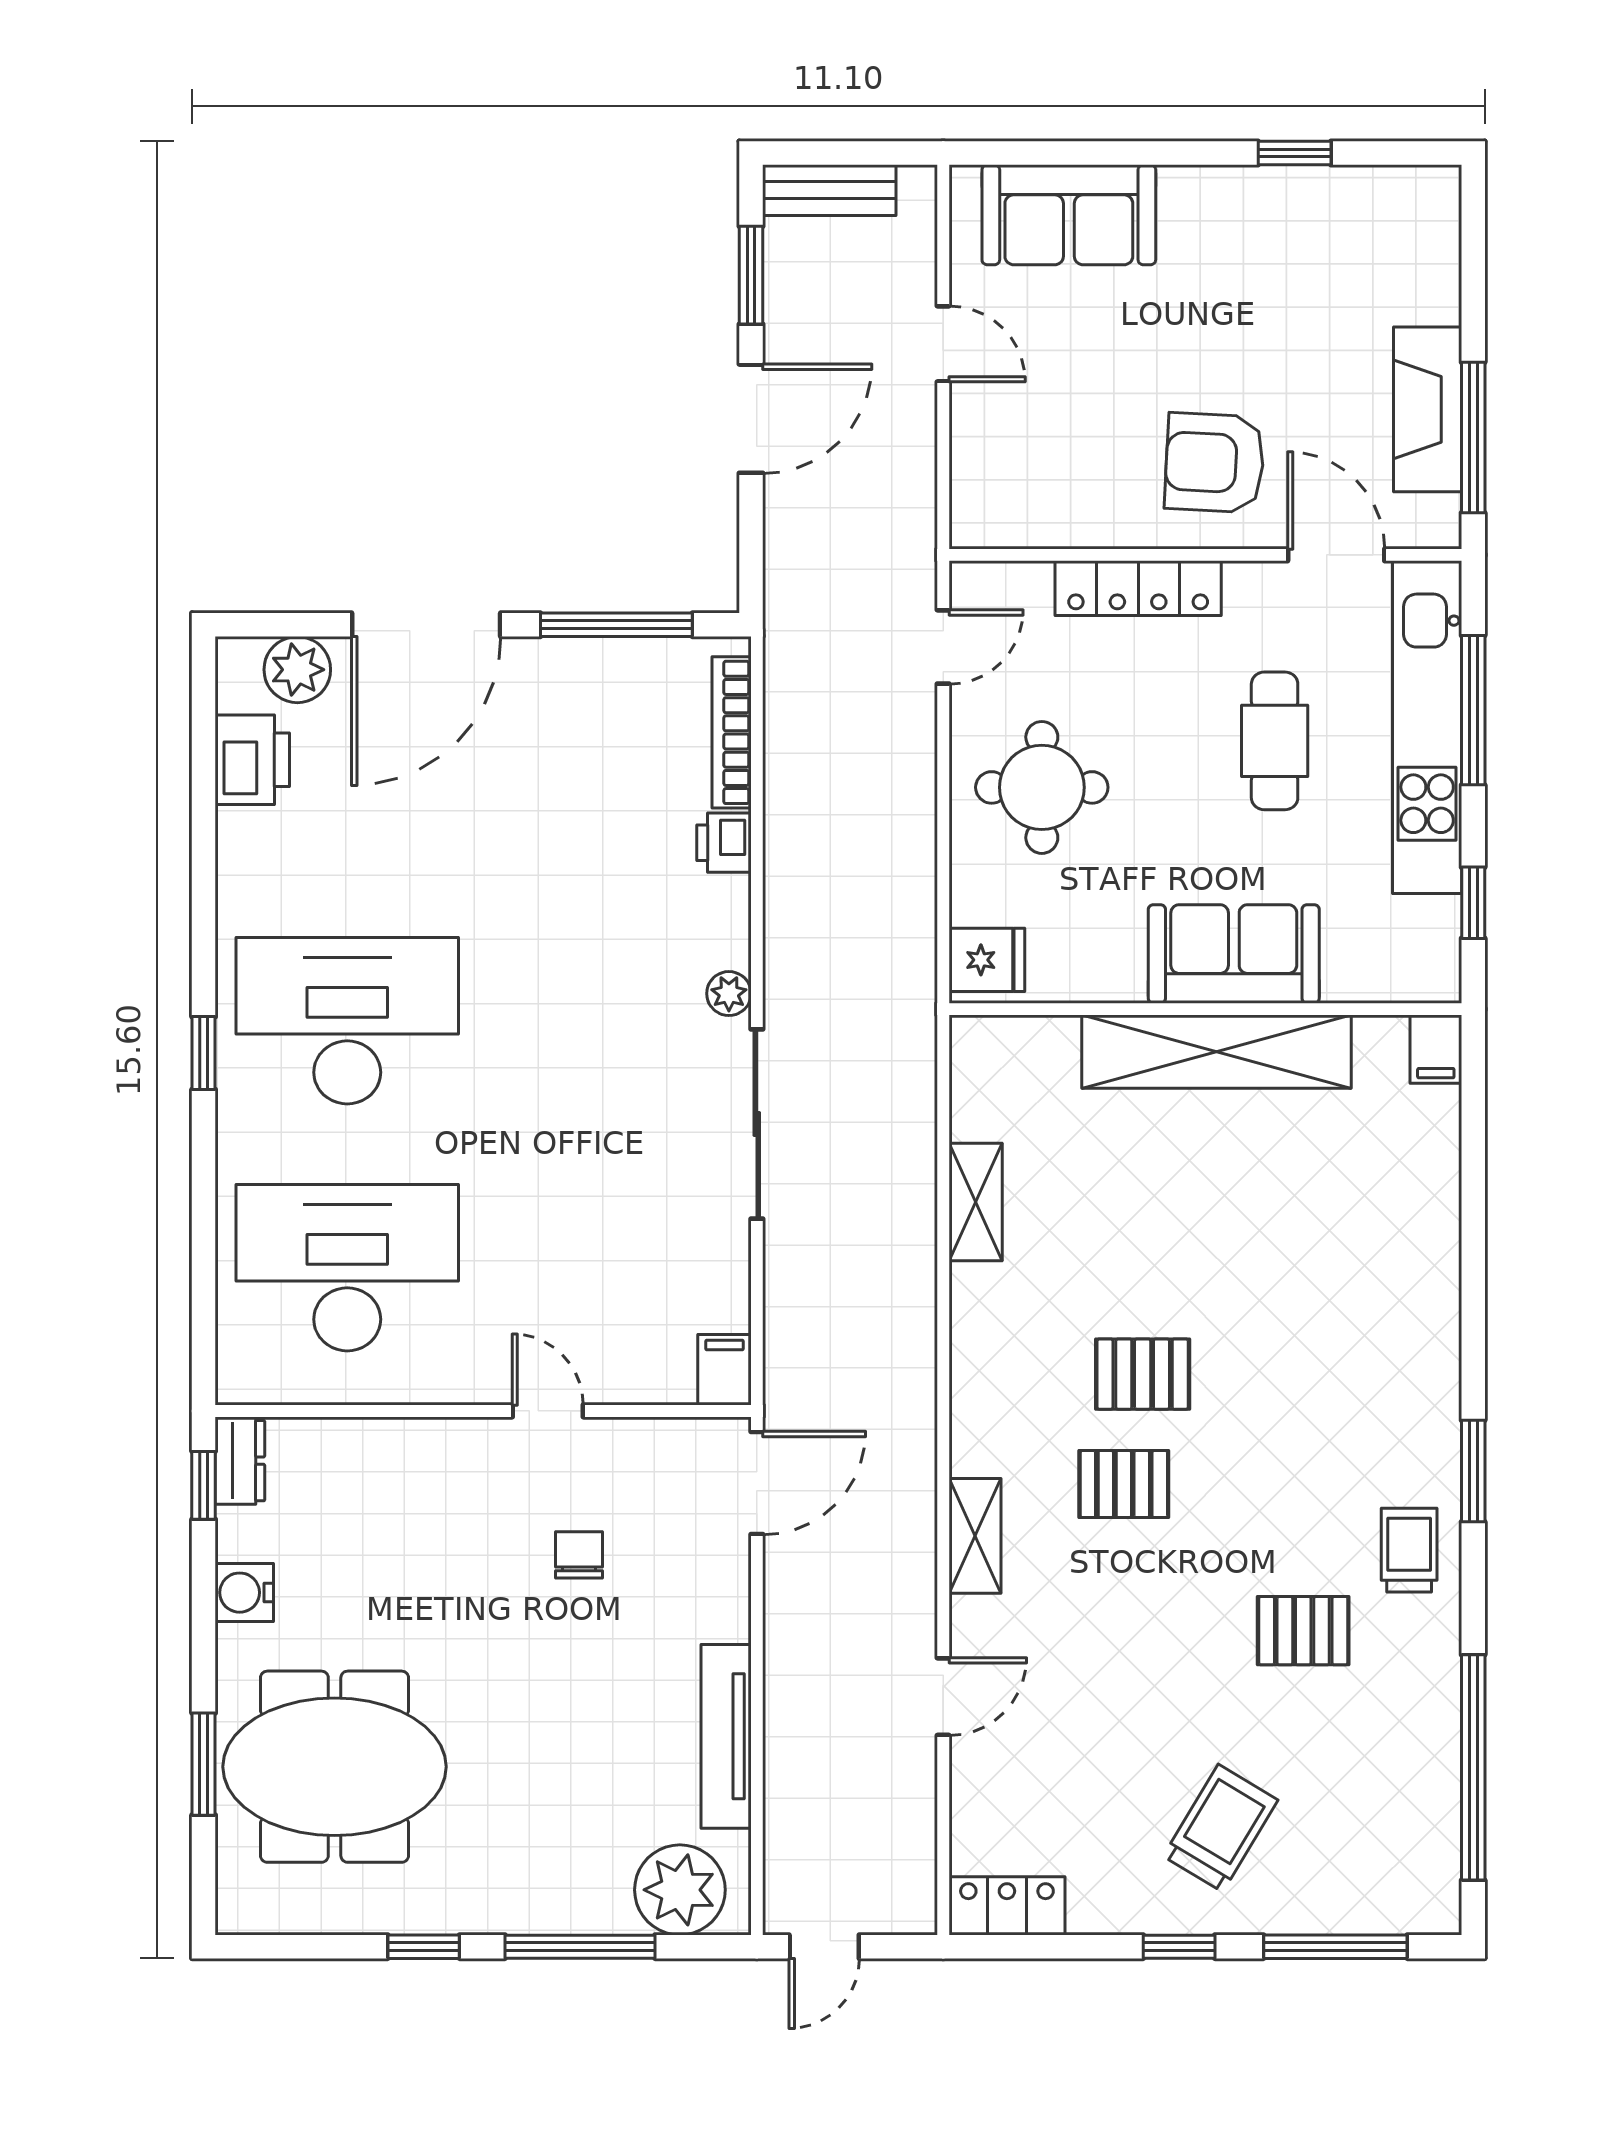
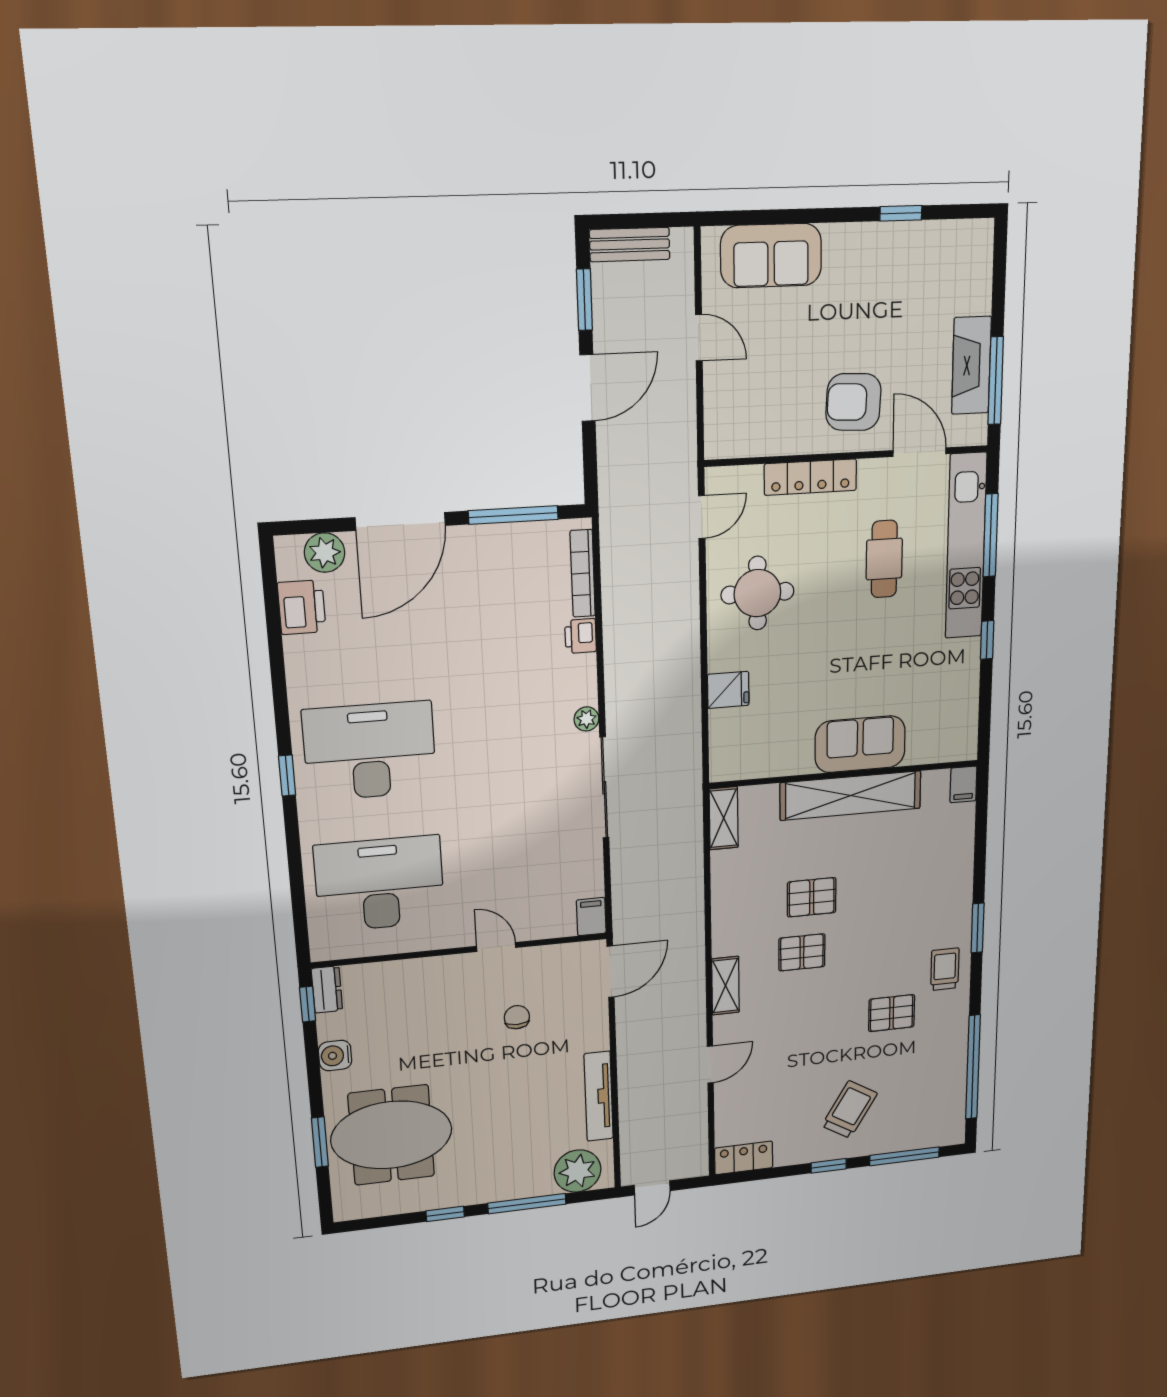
sofa: (1234, 954) -> (860, 744), moved
wall: (1205, 1009) -> (845, 774), moved
filing cabinet: (1436, 1049) -> (963, 784), moved
shelving: (1217, 1052) -> (851, 796), moved

